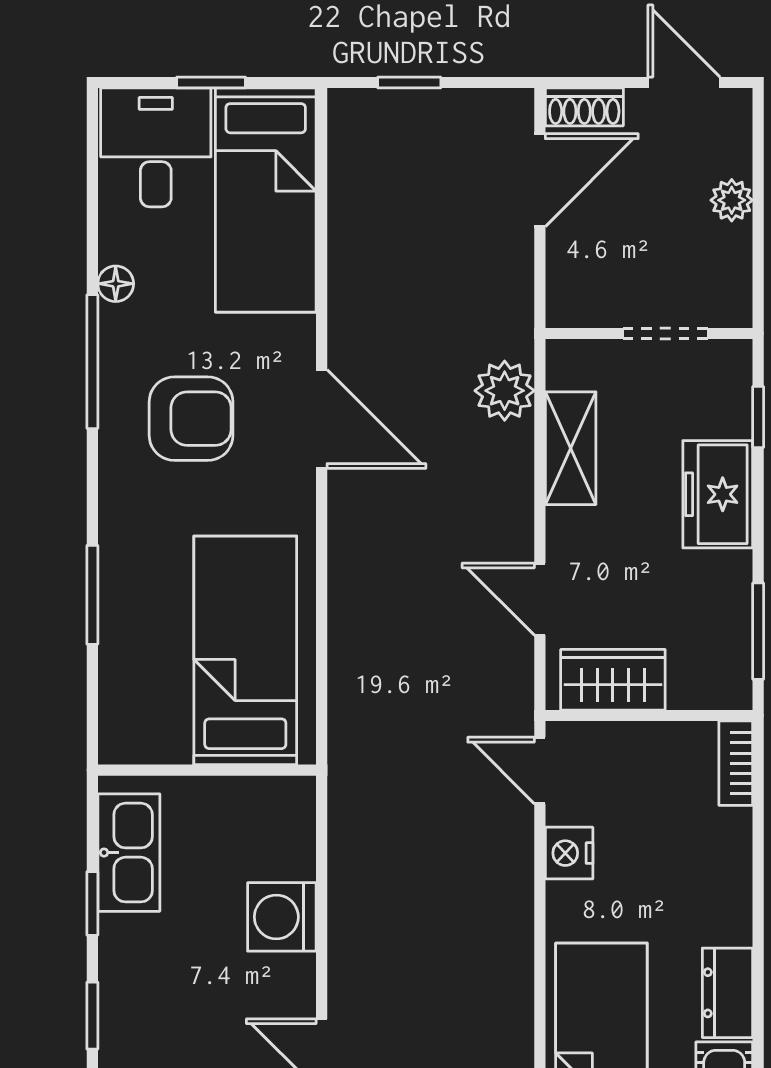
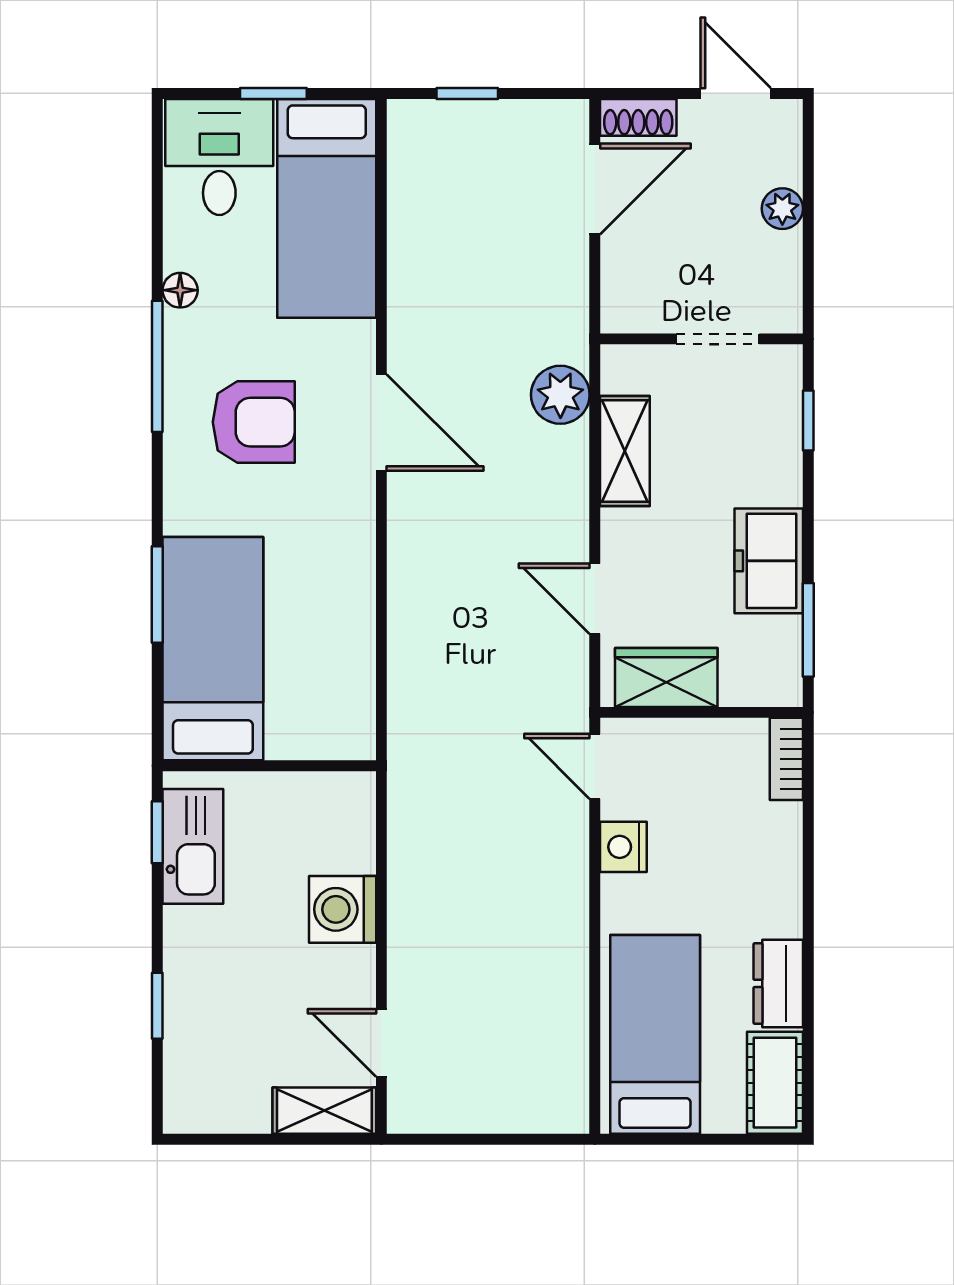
freezer: (718, 494) -> (769, 561), moved
bed: (245, 650) -> (213, 649), moved
window: (92, 903) -> (157, 832), moved

